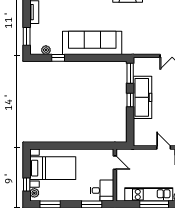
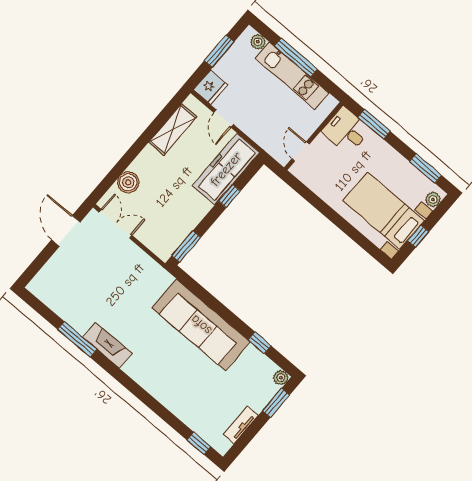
plant: (46, 50) -> (281, 378), moved
freezer: (142, 97) -> (226, 169), moved
window: (130, 100) -> (229, 196), moved
window: (27, 185) -> (418, 236), moved

